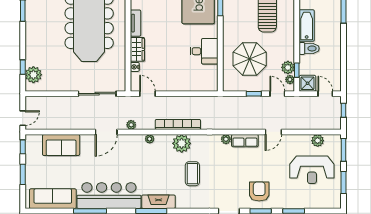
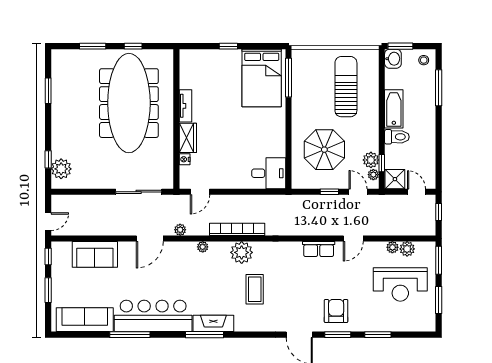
desk: (204, 51) -> (269, 173), moved
door: (148, 94) -> (200, 192), swing flipped
plant: (226, 139) -> (392, 247), moved

